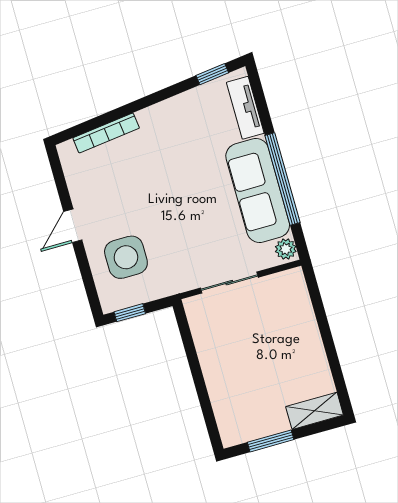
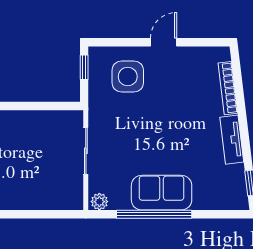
tv unit: (245, 108) -> (232, 140), moved, turned -97
sofa: (258, 190) -> (162, 193), width x0.73
door: (73, 226) -> (164, 42), hinge flipped

